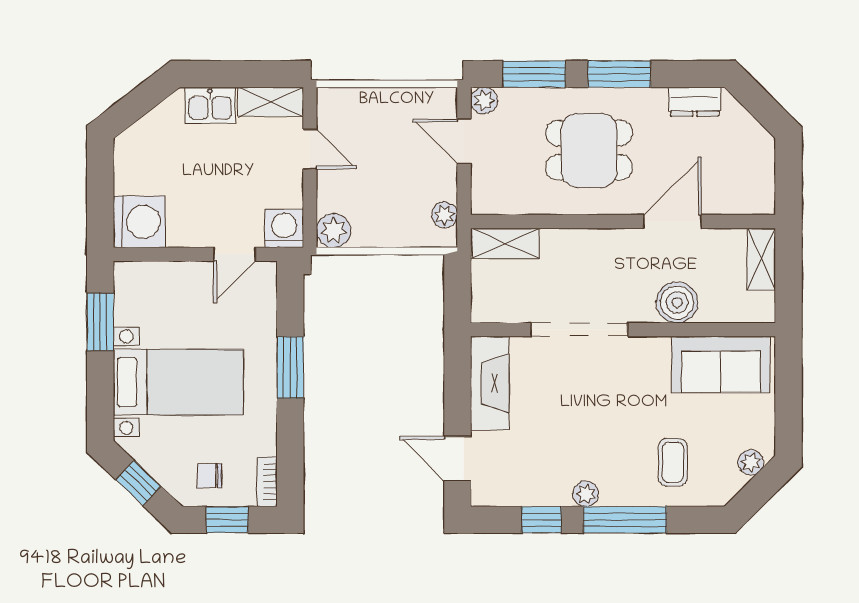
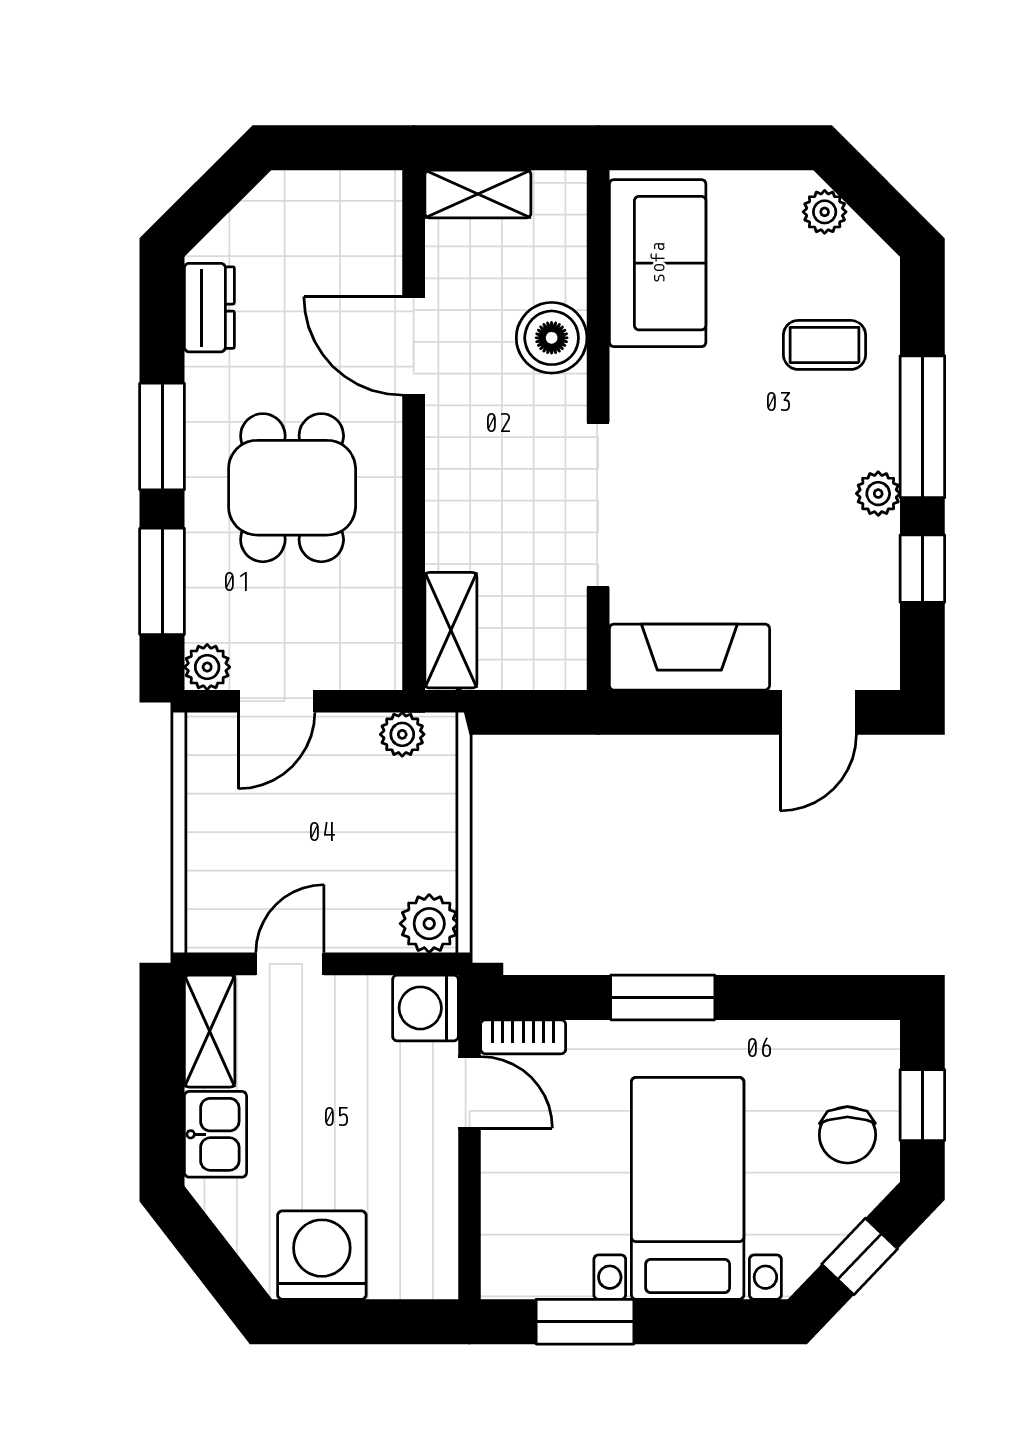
washing machine: (139, 222) -> (322, 1255), moved
chair: (210, 476) -> (847, 1135), width x1.37, depth x1.37
bookcase: (267, 482) -> (523, 1037), moved

